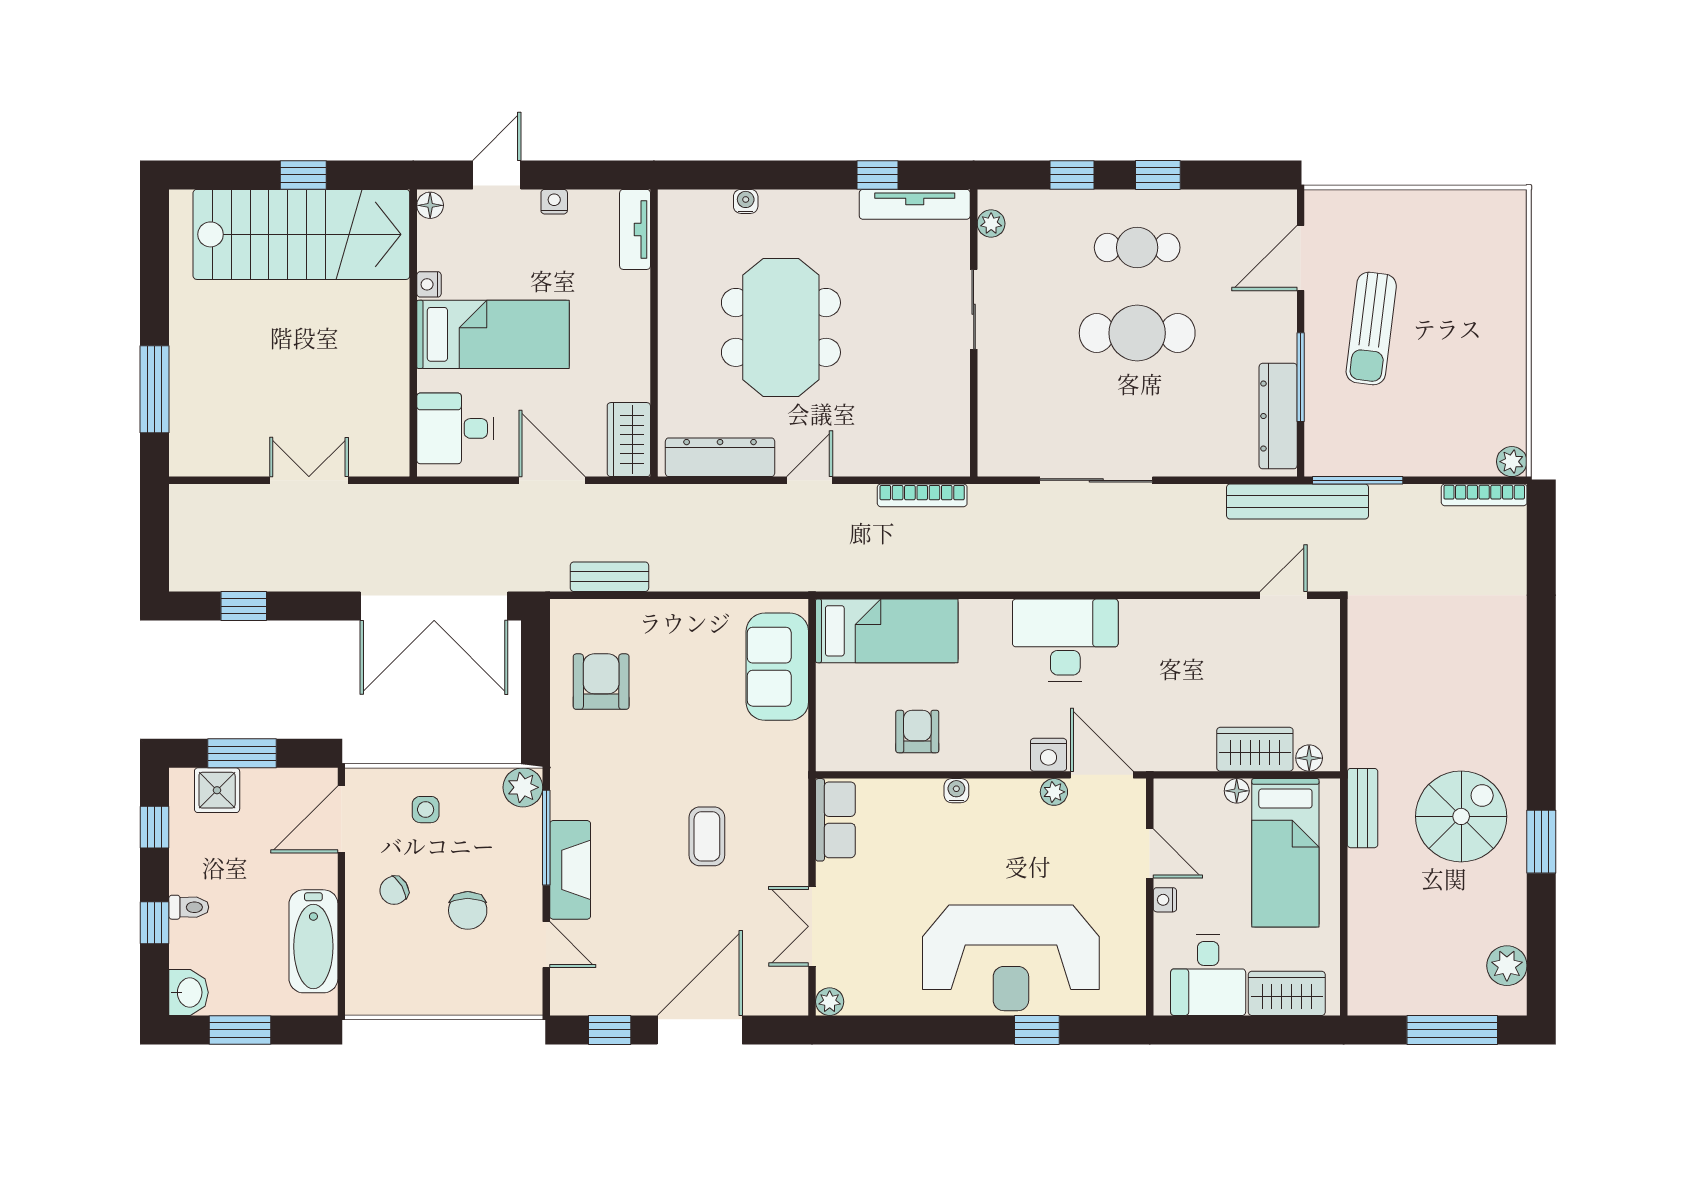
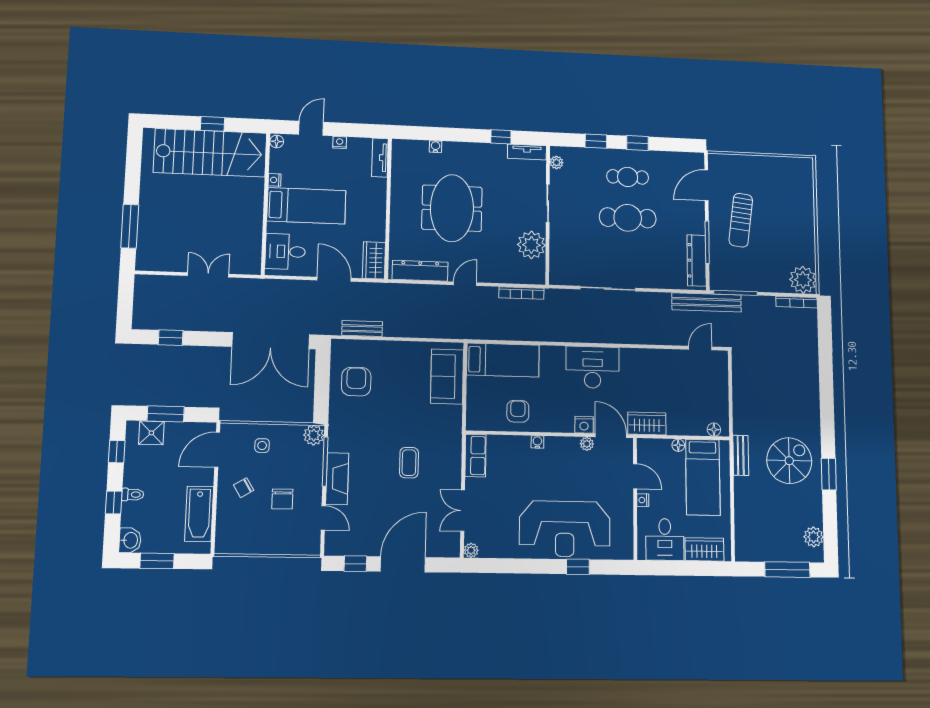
tv unit: (915, 204) -> (527, 152), width x0.71
plant: (941, 397) -> (531, 245), added
plant: (1512, 462) -> (803, 280), width x1.88, depth x1.88
wardrobe: (1255, 749) -> (647, 423), moved

